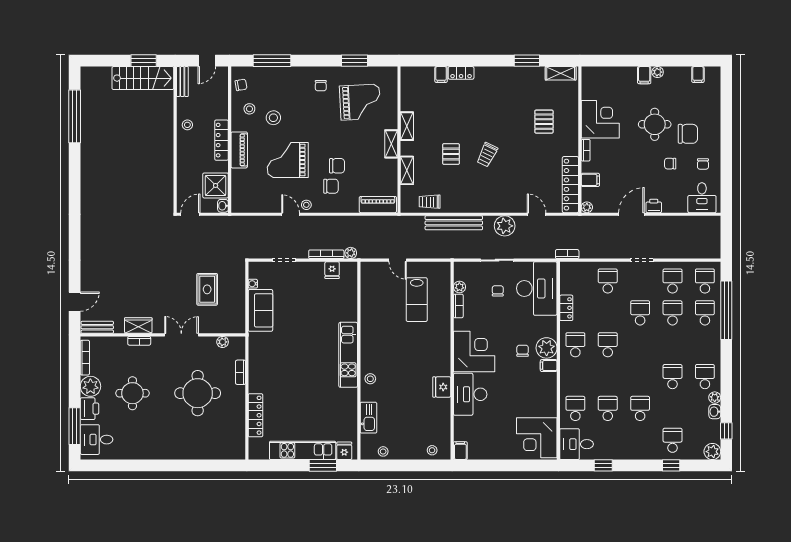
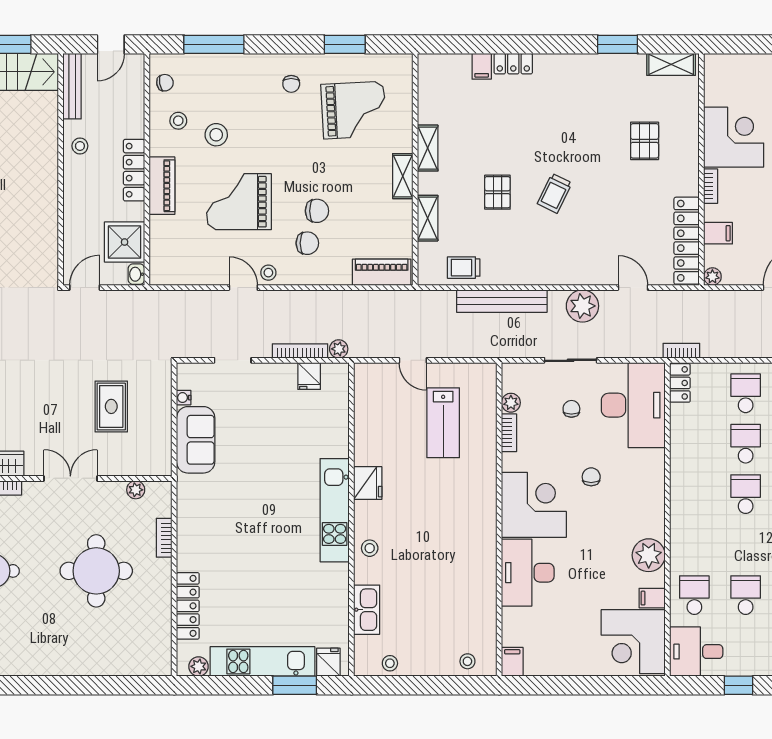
bench: (182, 82) -> (72, 86), width x1.36
locker: (566, 308) -> (680, 383), moved
school desk: (575, 345) -> (746, 444), moved
plant: (547, 348) -> (649, 555), moved
chair: (523, 351) -> (591, 477), moved
filing cabinet: (549, 366) -> (652, 598), moved
fridge: (442, 387) -> (368, 483), moved, turned 180
plant: (262, 454) -> (198, 666), added

